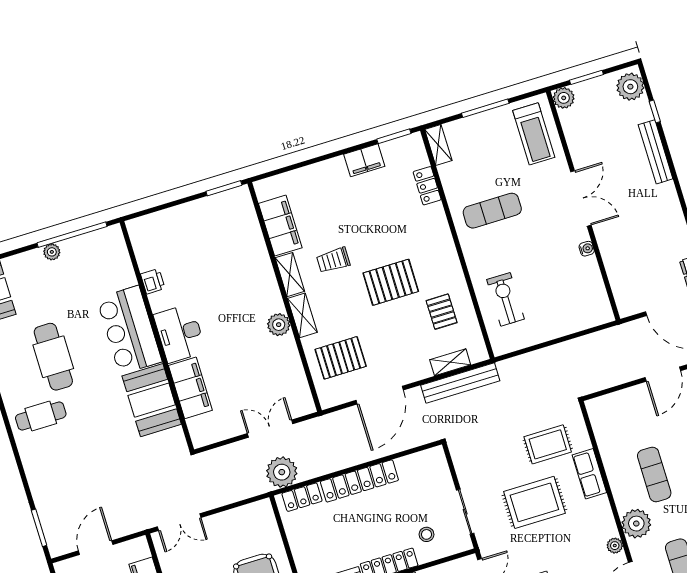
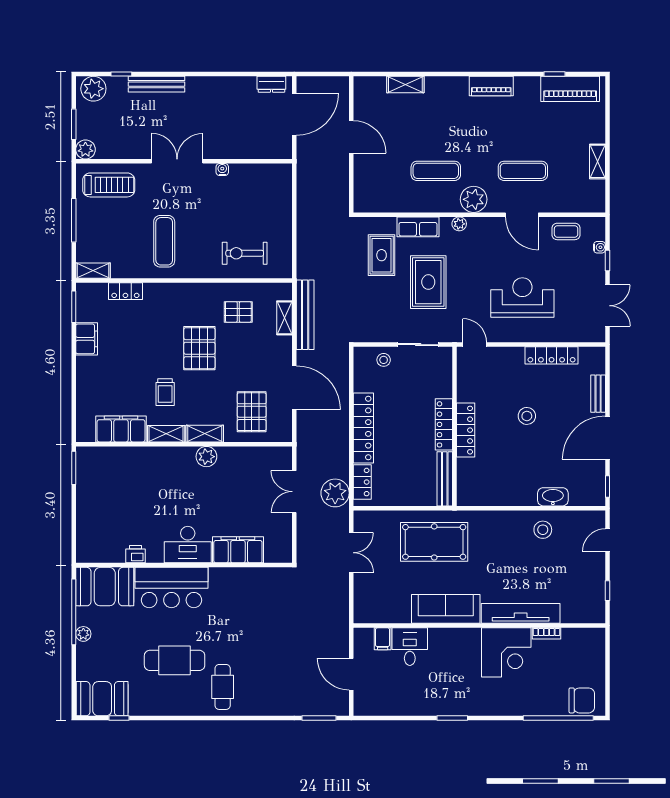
booth: (152, 400) -> (105, 587), moved
double door: (179, 522) -> (351, 553), moved
stool: (427, 534) -> (384, 360), moved
plant: (615, 546) -> (459, 224), moved

